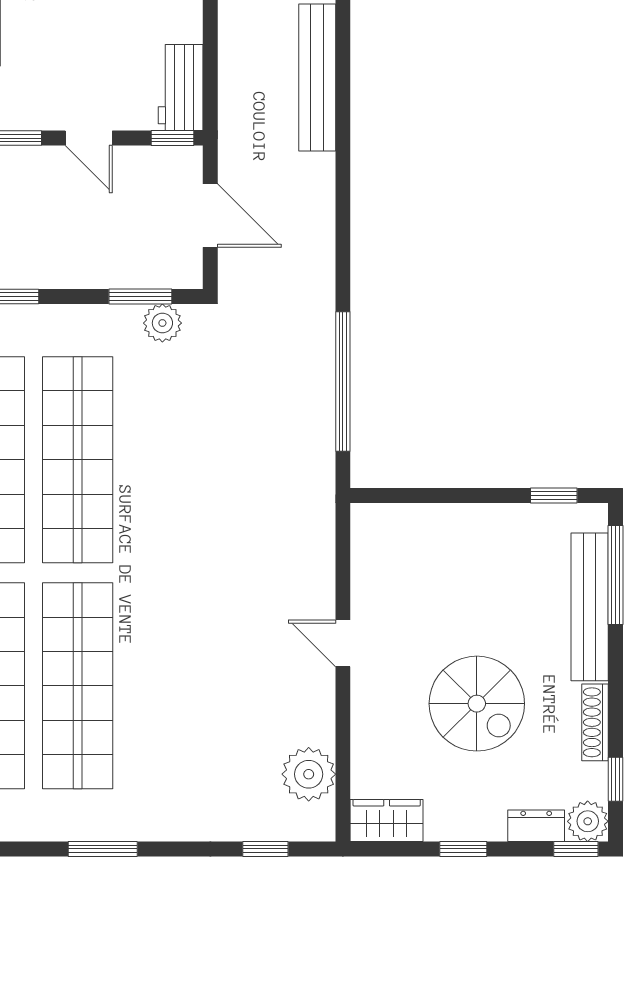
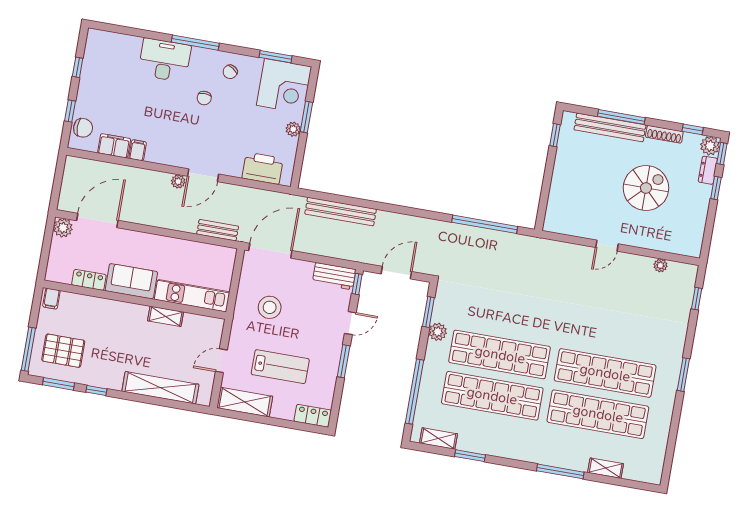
plant: (162, 323) -> (438, 332), moved
window: (615, 575) -> (621, 117), moved
plant: (309, 774) -> (660, 265), width x0.53, depth x0.53
wardrobe: (387, 821) -> (693, 240), removed
window: (463, 849) -> (716, 188), moved

